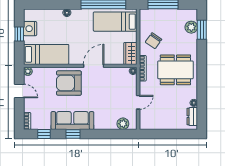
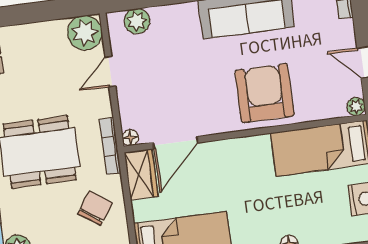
door: (94, 66) -> (175, 143), moved
armchair: (69, 83) -> (264, 93), turned -90
plant: (147, 122) -> (85, 33), added

